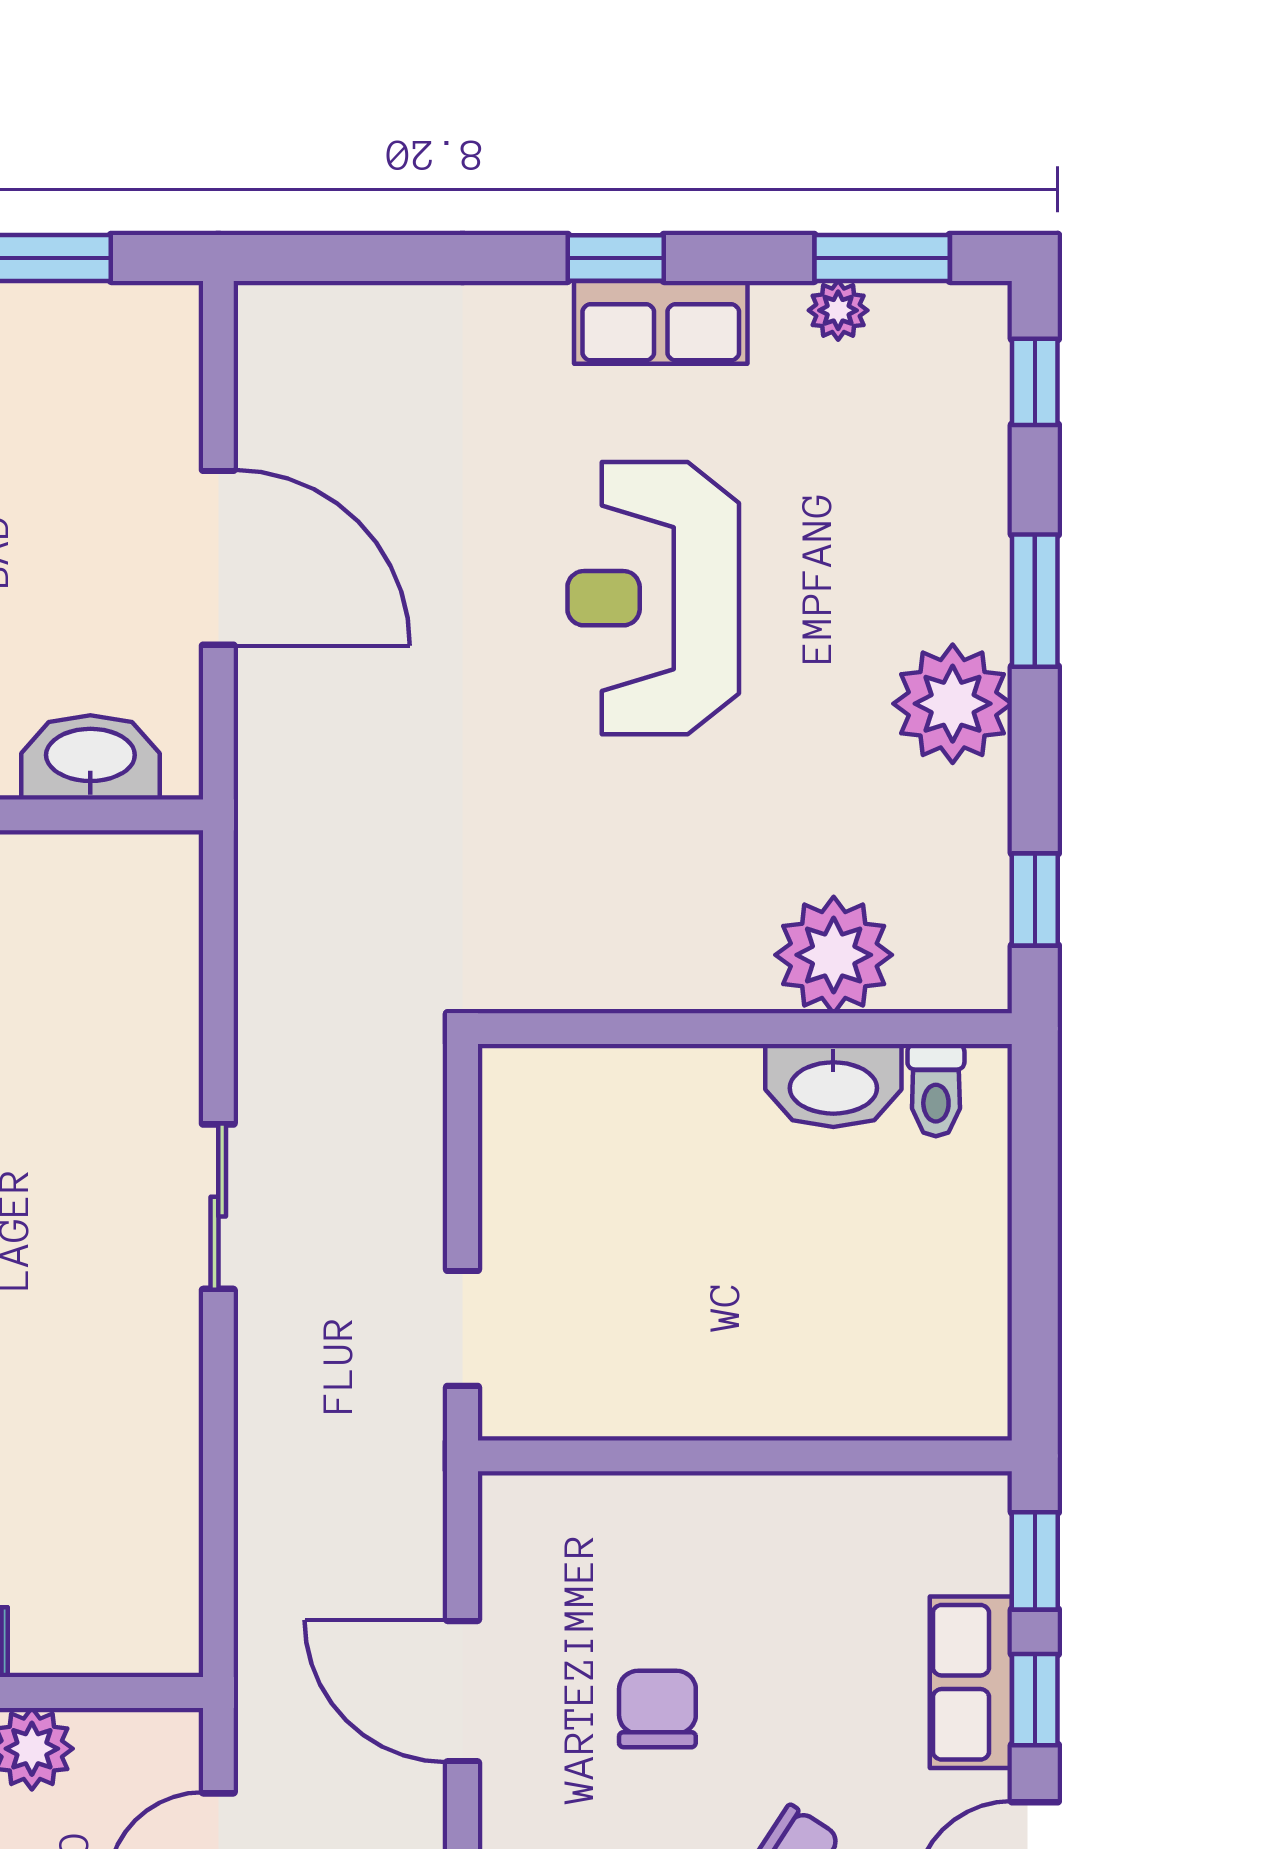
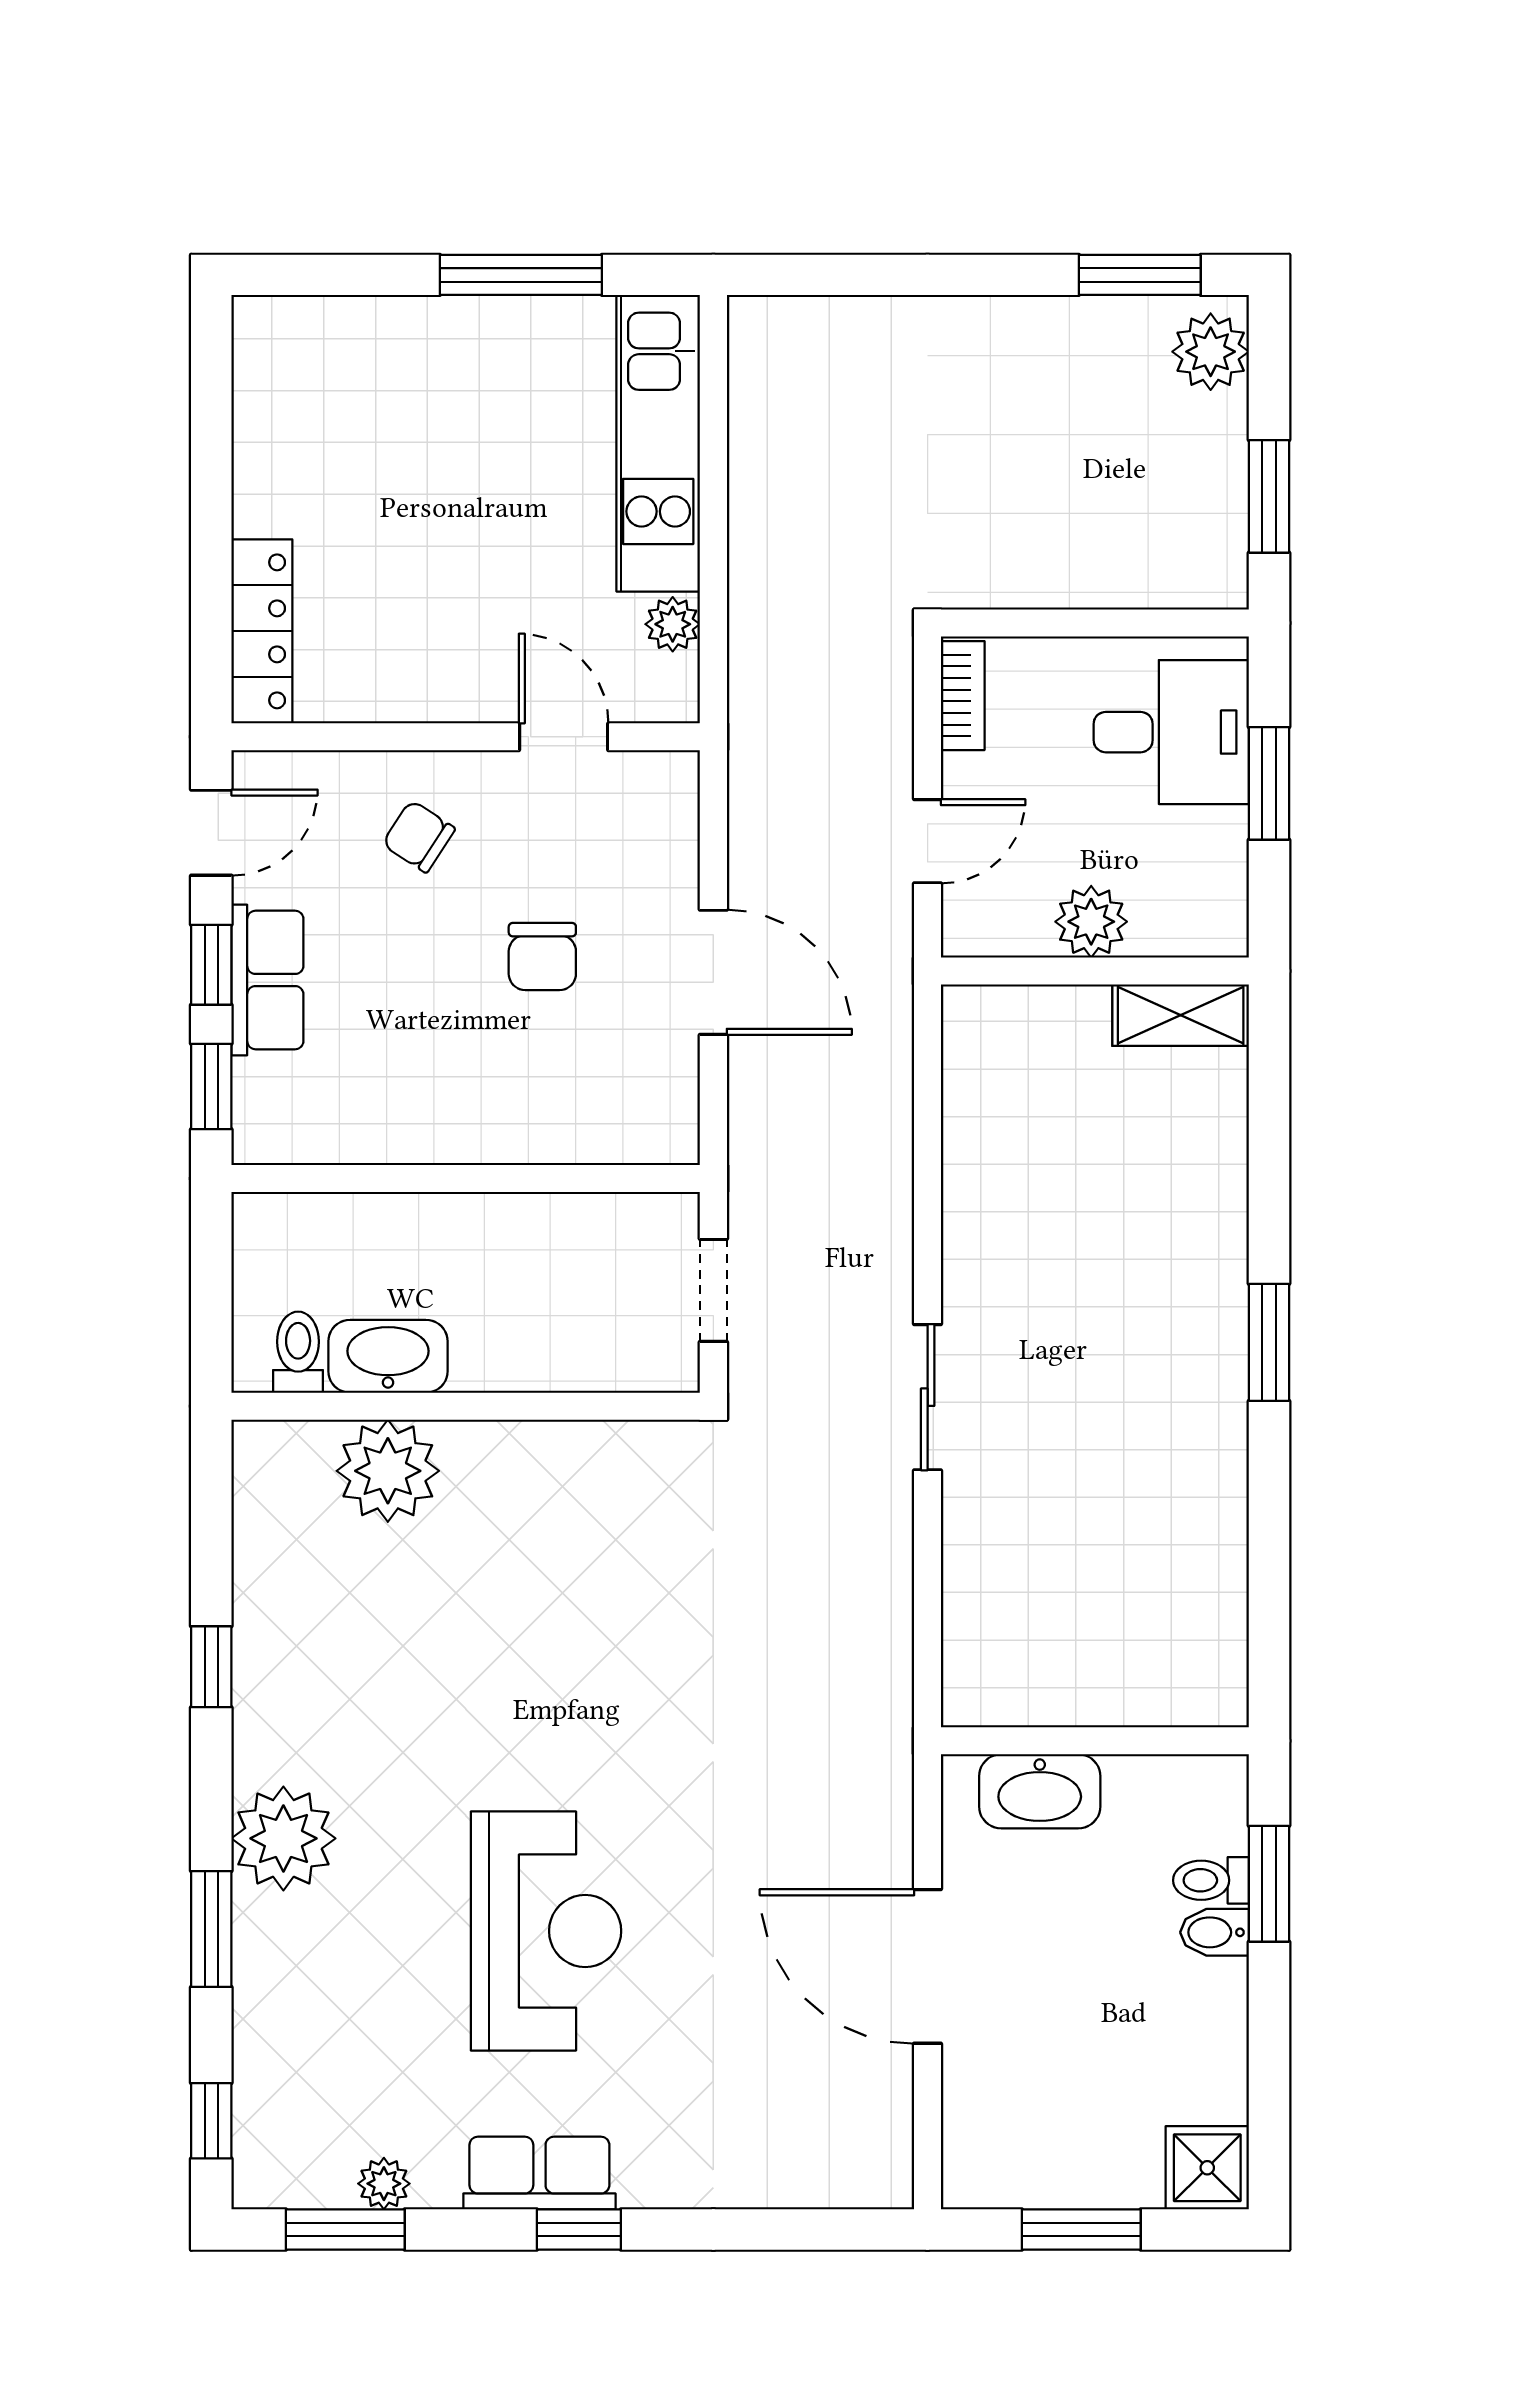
plant: (834, 955) -> (388, 1471), moved
wall: (745, 1029) -> (466, 1406), moved
washbasin: (833, 1085) -> (388, 1356), moved
toilet: (936, 1090) -> (298, 1352), moved

